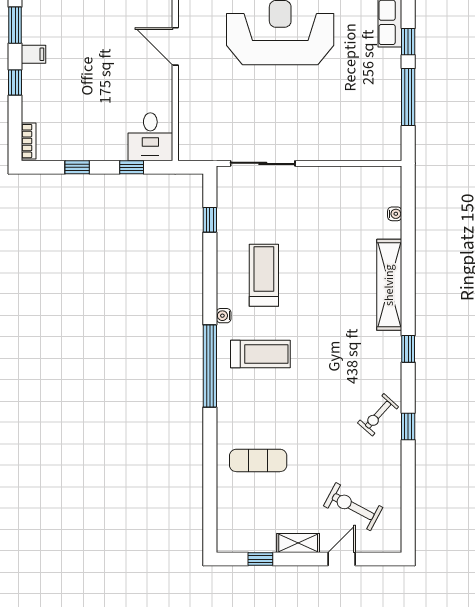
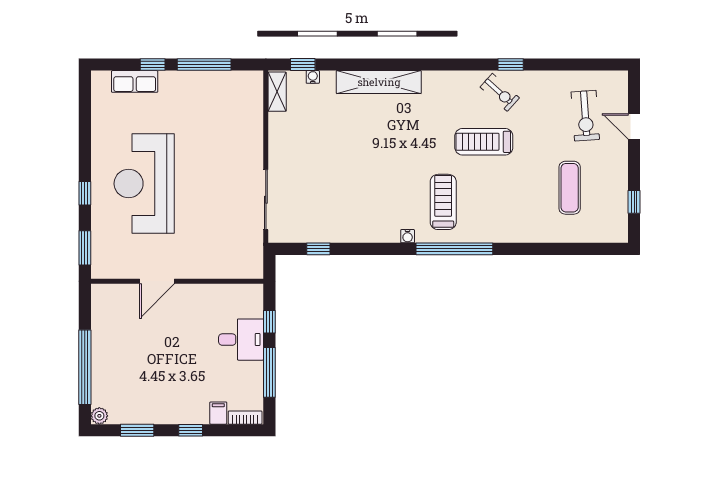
filing cabinet: (34, 54) -> (218, 413), moved
desk: (150, 137) -> (241, 340), moved
window: (77, 167) -> (269, 372), width x2.17
treadmill: (264, 275) -> (484, 142), moved
window: (408, 349) -> (303, 64), moved
exercise mat: (258, 460) -> (570, 188), moved
exercise bike: (353, 507) -> (585, 116), turned -32
shelving: (298, 543) -> (277, 92), moved

